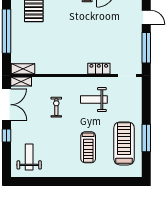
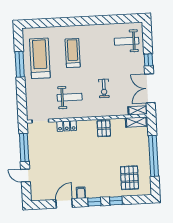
pallet: (59, 64) -> (104, 128), added
treadmill: (124, 143) -> (40, 58), turned 180
weight bench: (29, 157) -> (127, 41), turned 90

